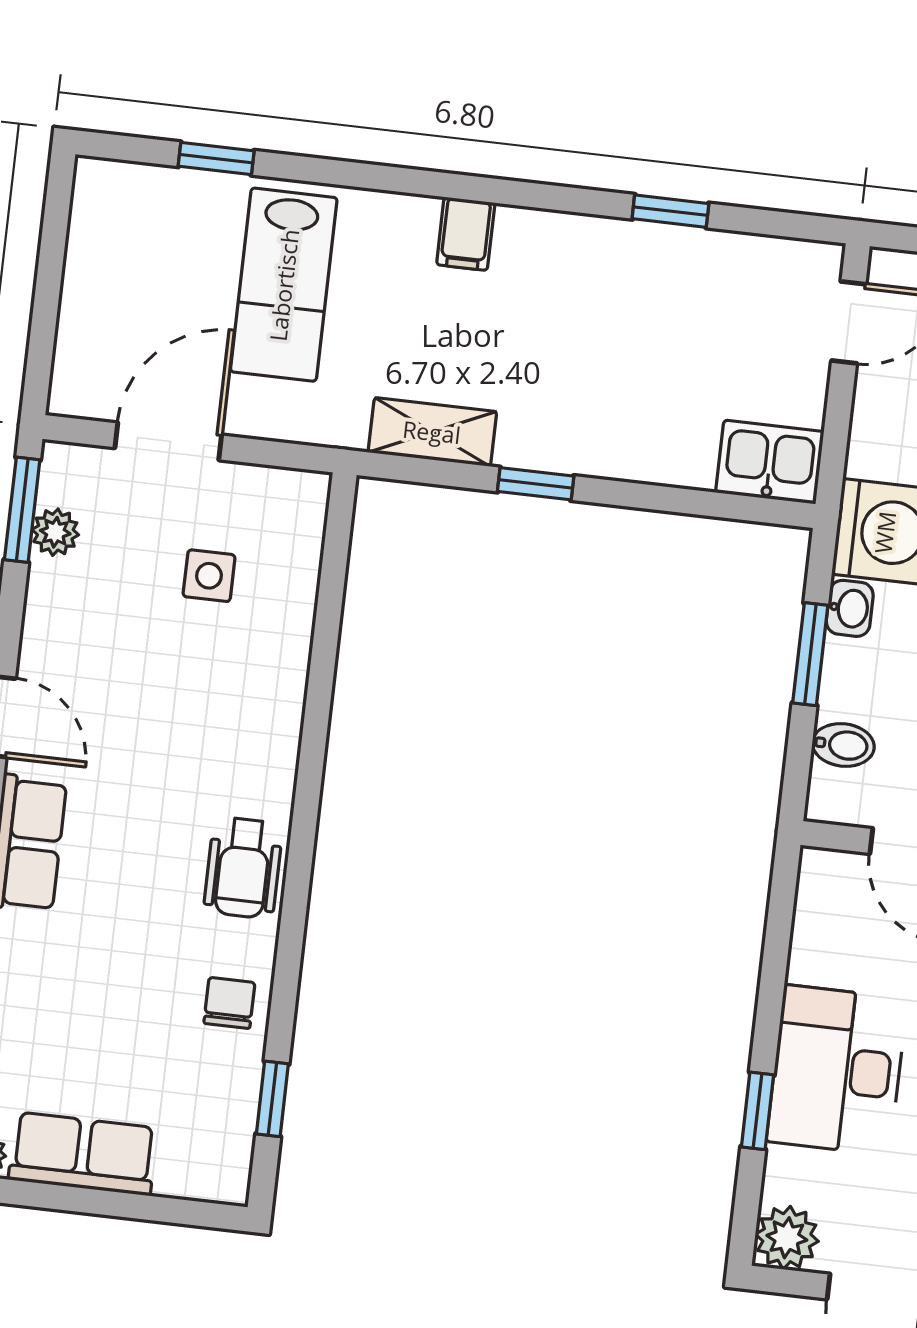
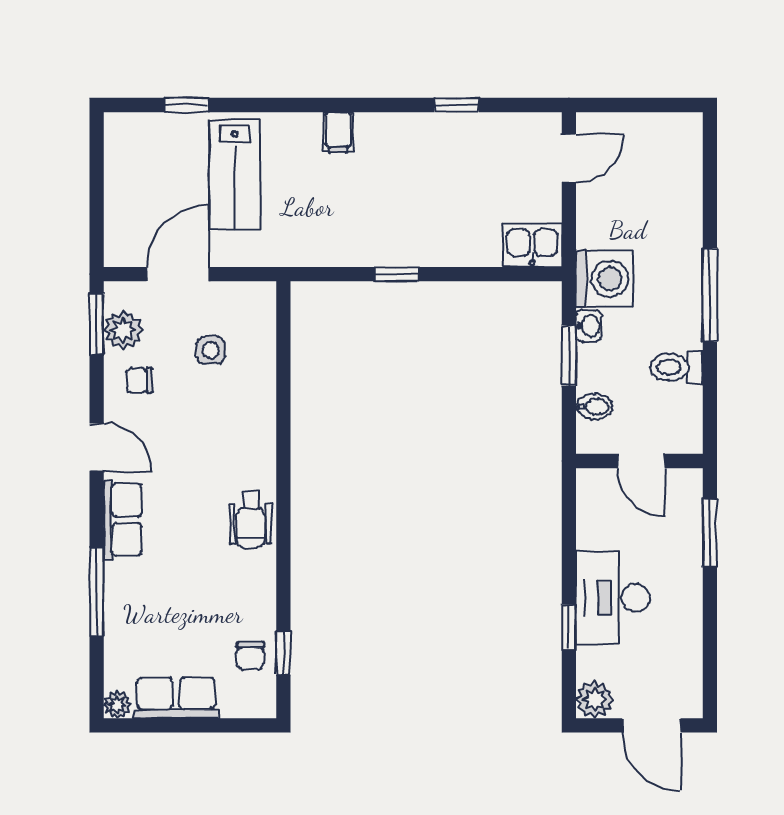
shelving: (432, 432) -> (332, 251), removed
plant: (55, 532) -> (123, 330), width x1.38, depth x1.38
chair: (83, 612) -> (139, 380), added
chair: (229, 1003) -> (250, 656), moved, turned 180

